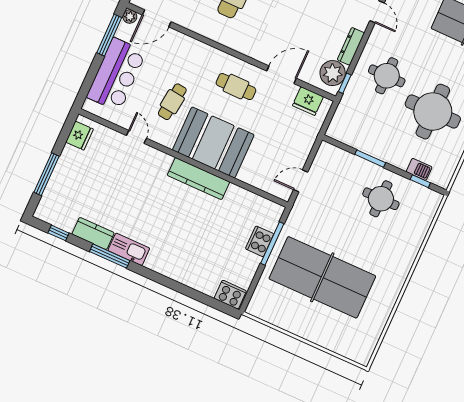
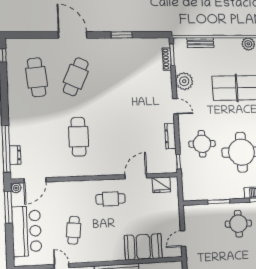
plant: (333, 73) -> (168, 159), removed
booth: (213, 142) -> (143, 247), moved, width x0.73, depth x0.70

